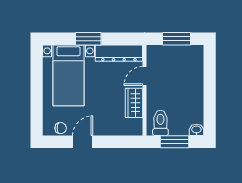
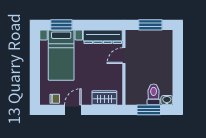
window: (88, 39) -> (61, 25), moved
wardrobe: (134, 103) -> (104, 98), moved, turned 90
toilet: (160, 123) -> (154, 94), moved

